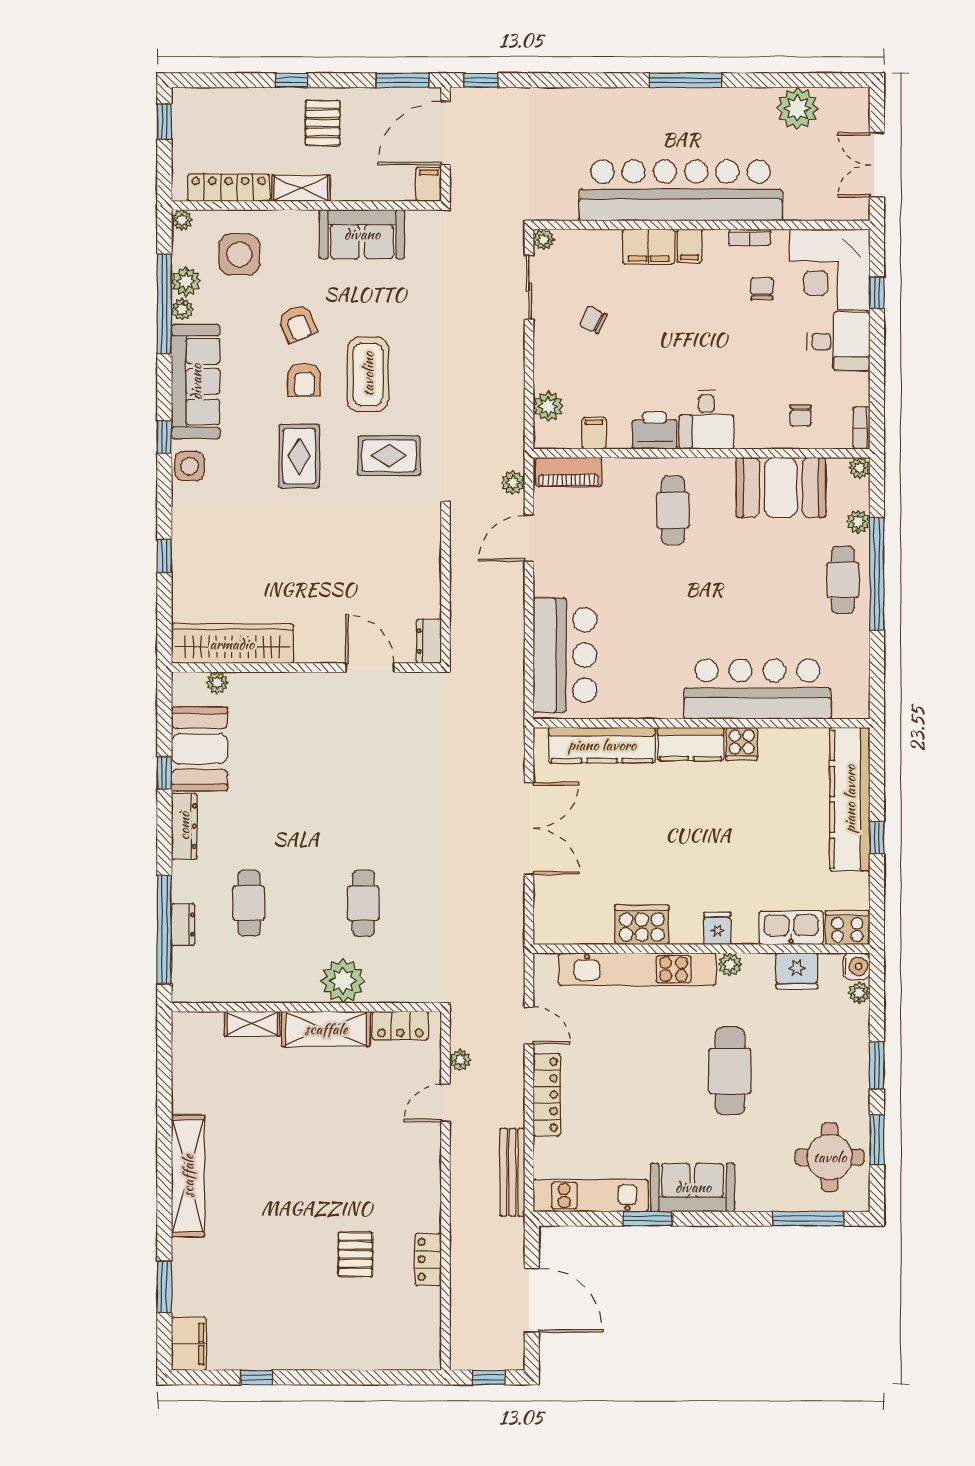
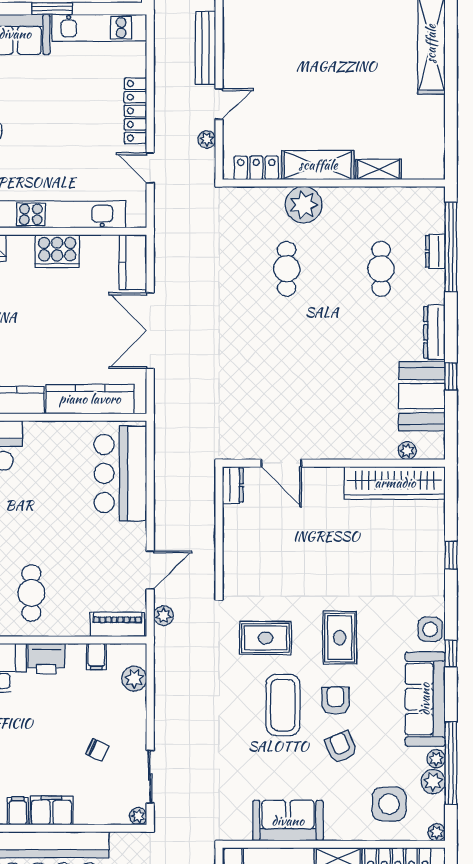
kitchen counter: (550, 911) -> (133, 262), added
bench: (512, 1172) -> (205, 48), moved

